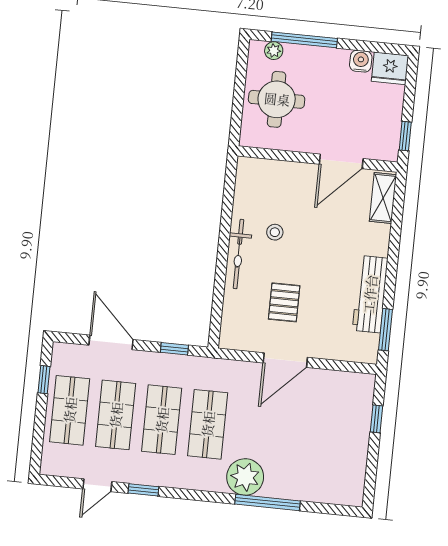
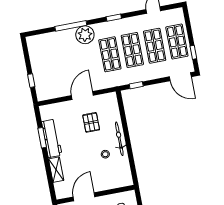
shelving: (383, 198) -> (56, 170), moved
window: (386, 330) -> (42, 138), moved
door: (111, 342) -> (180, 77), moved
window: (143, 490) -> (114, 18), moved

